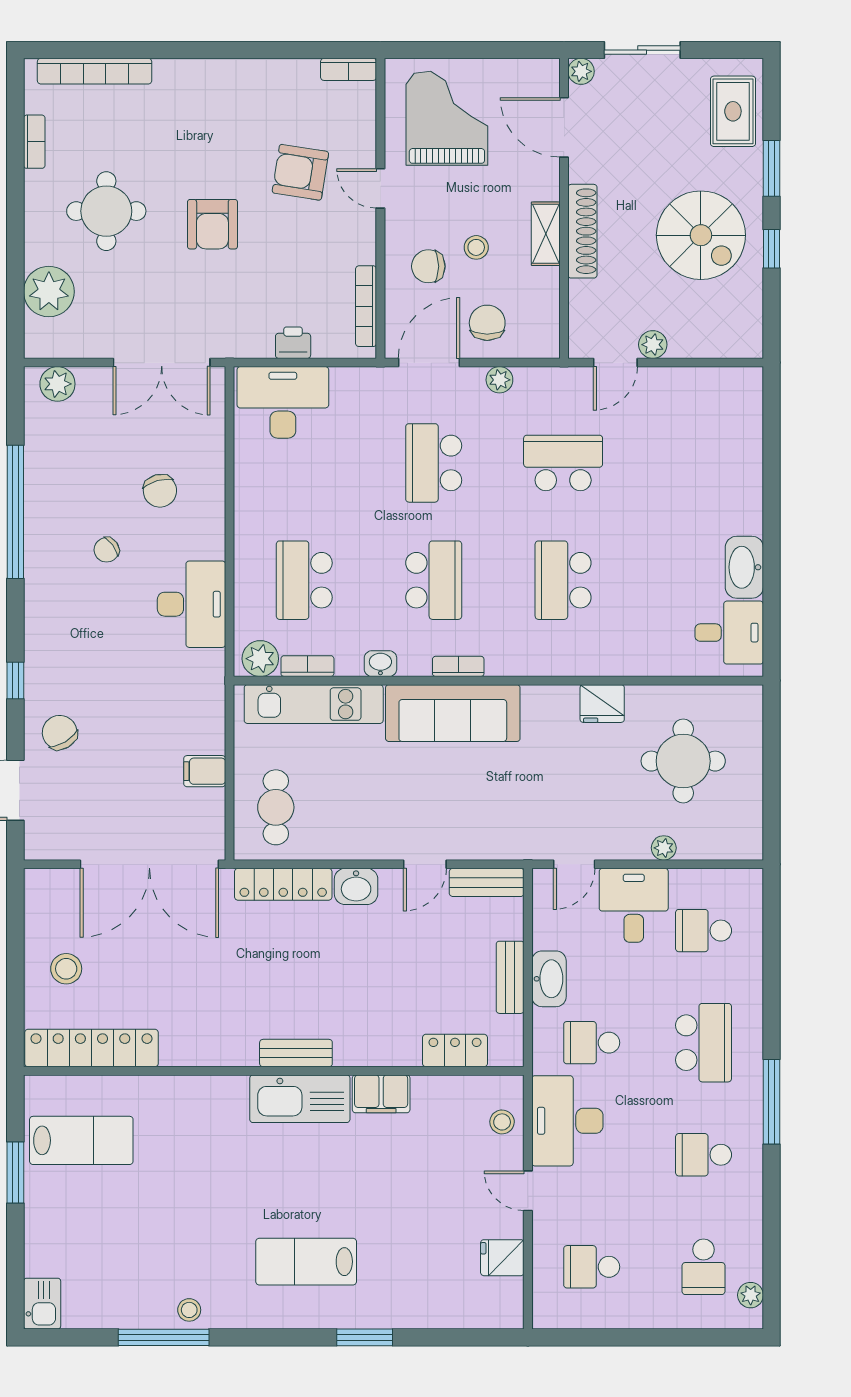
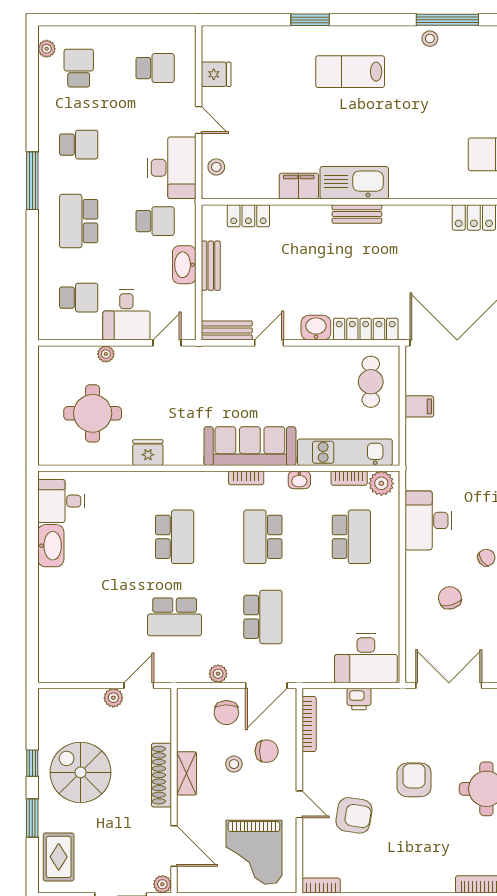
lab bench: (306, 1262) -> (350, 72), turned 180

